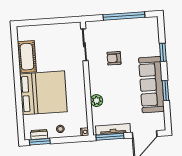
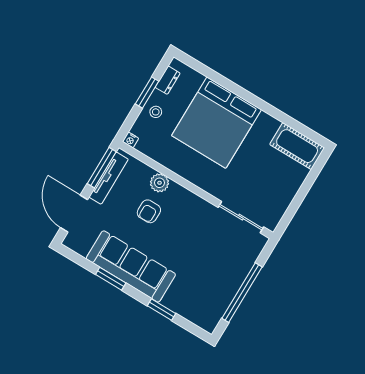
cot: (27, 57) -> (297, 146), moved
armchair: (114, 58) -> (149, 211), moved, turned 180
window: (40, 142) -> (147, 93), moved

